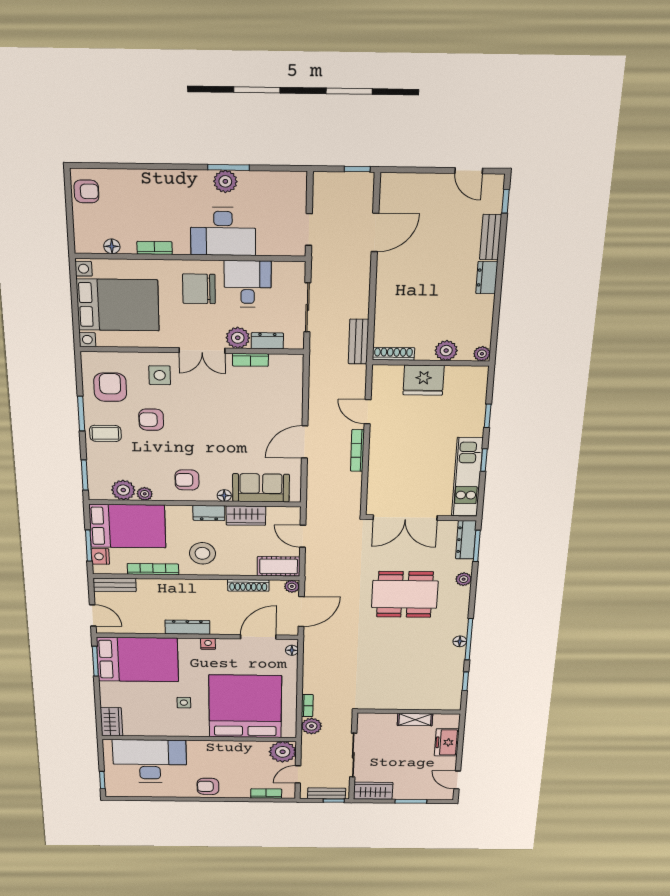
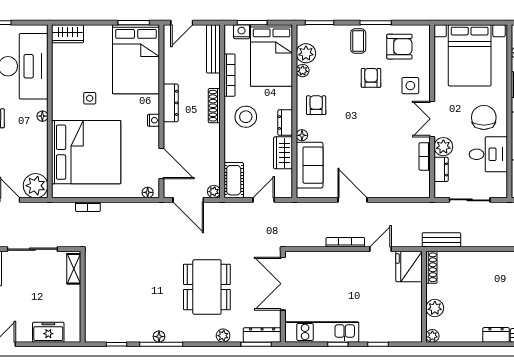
fridge: (423, 380) -> (409, 266), moved
bench: (115, 585) -> (213, 49), width x1.36
shoe rack: (248, 585) -> (214, 106), moved
shelving: (415, 720) -> (74, 269), moved
plant: (311, 726) -> (65, 211), removed
floor lamp: (205, 745) -> (42, 116), added

